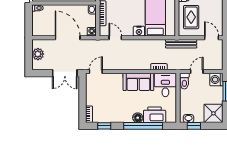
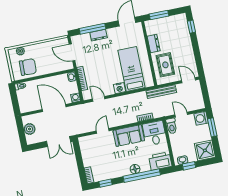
door: (96, 72) -> (103, 131), moved
door: (197, 72) -> (181, 115), hinge flipped
printer: (155, 115) -> (160, 161), moved

